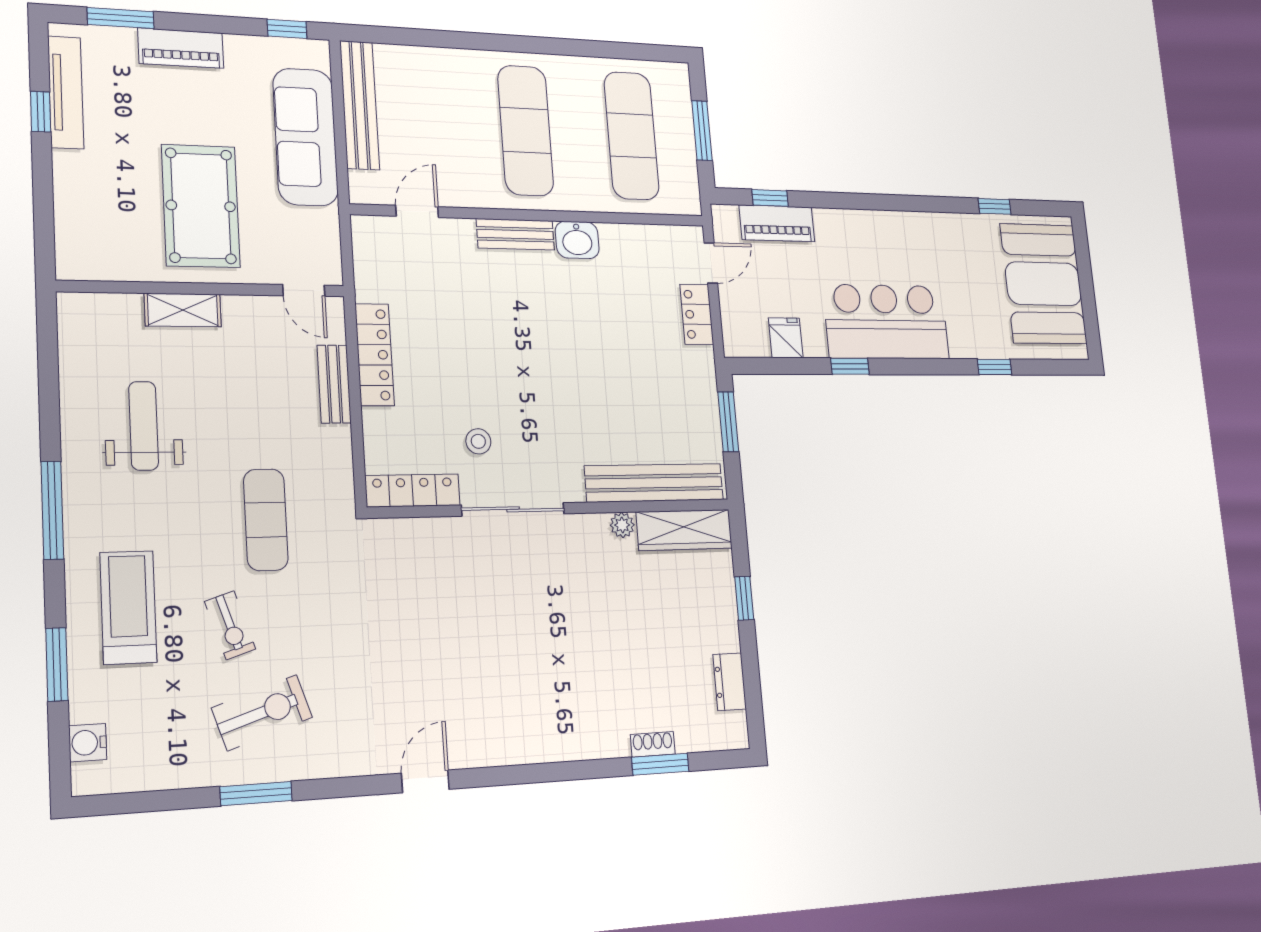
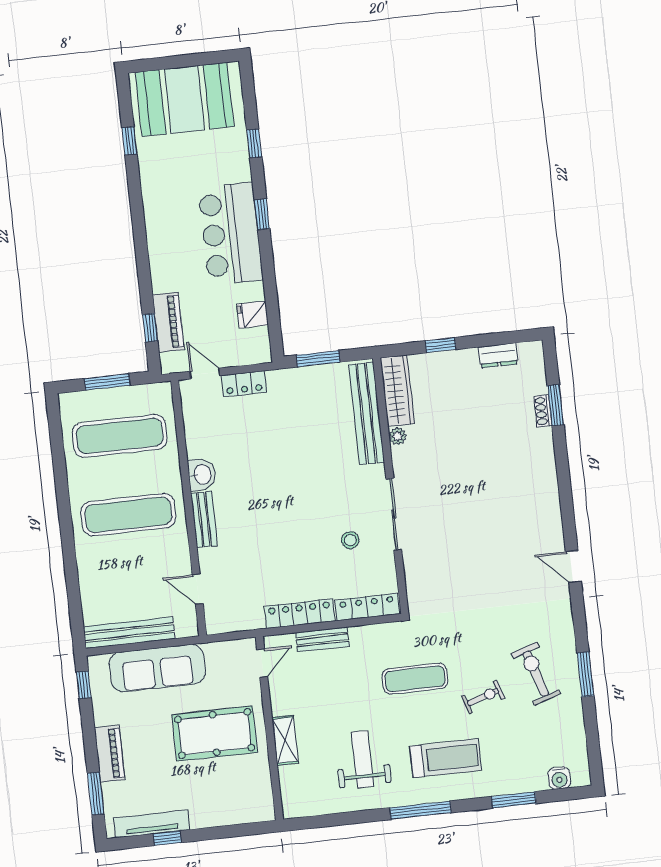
window: (850, 366) -> (262, 214), moved
weight bench: (144, 426) -> (362, 759), turned 90
locker: (413, 490) -> (367, 607), moved, turned 90
treadmill: (128, 607) -> (446, 758), moved, turned 180

